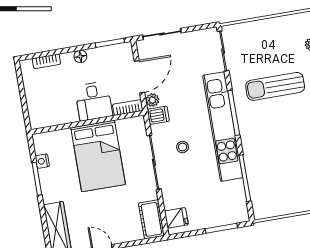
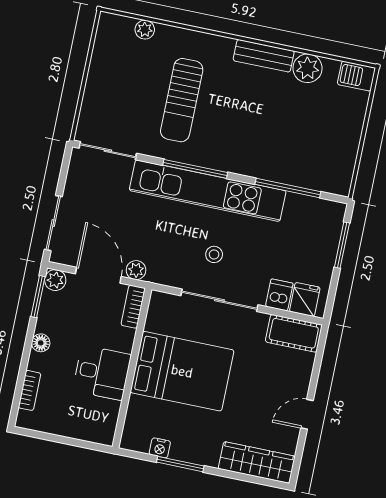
plant: (125, 50) -> (55, 280), added
desk: (94, 101) -> (102, 373), moved
dishwasher: (158, 115) -> (279, 295), moved

